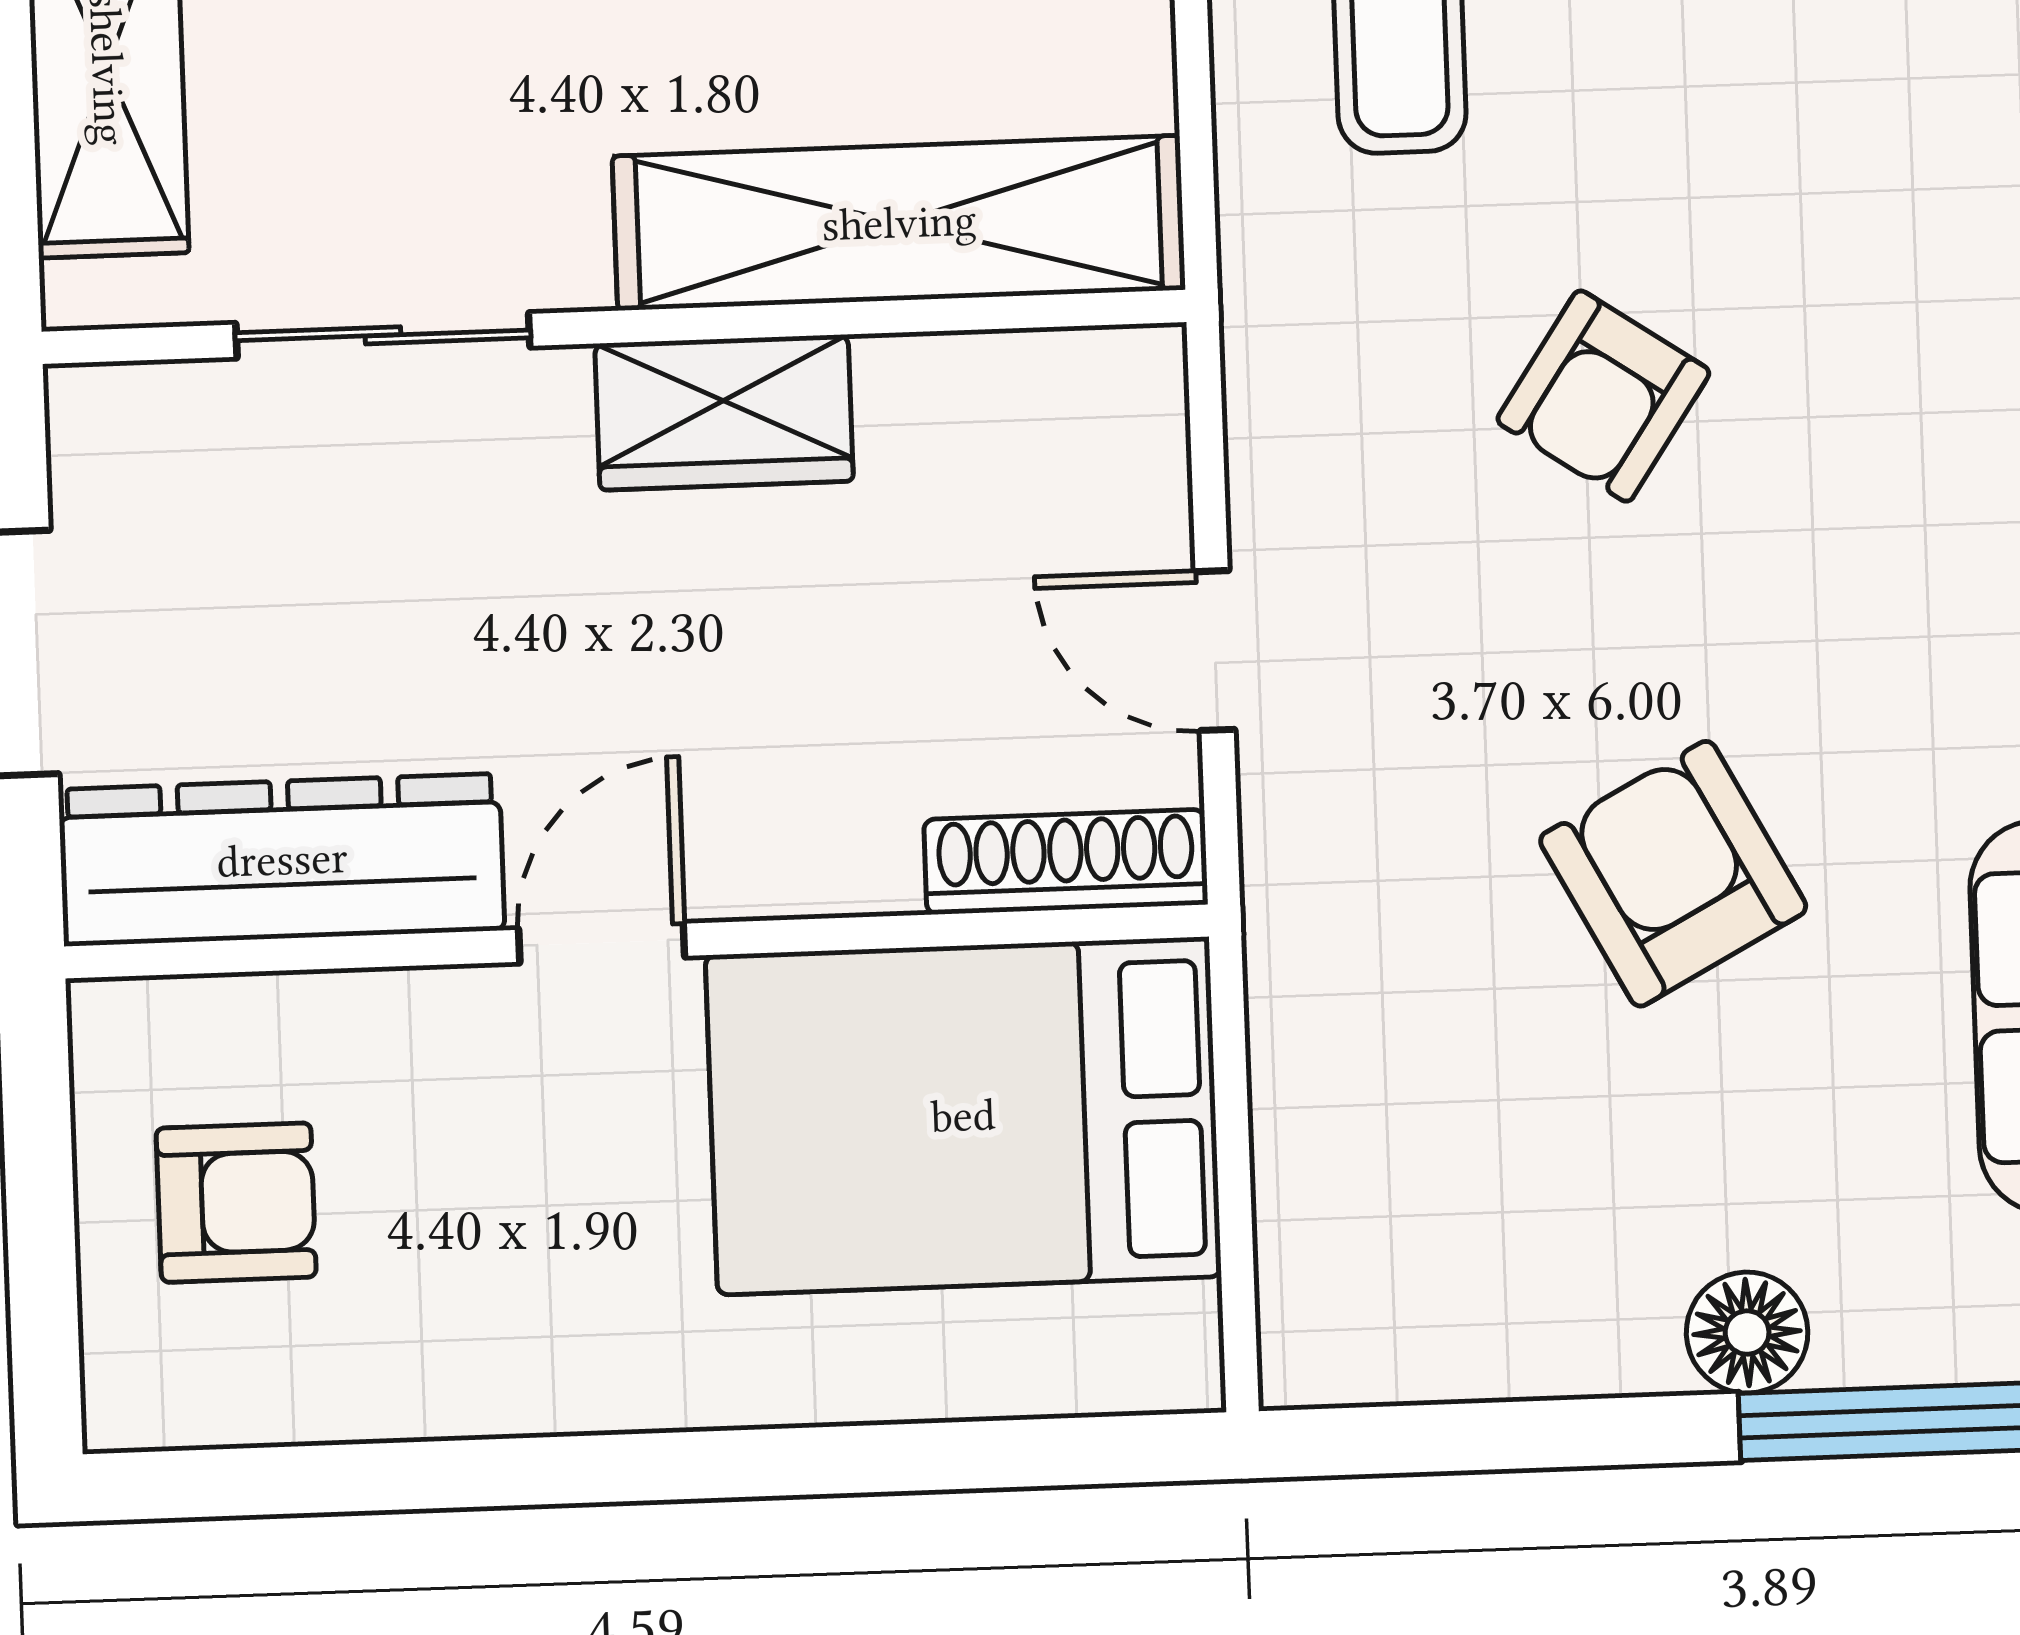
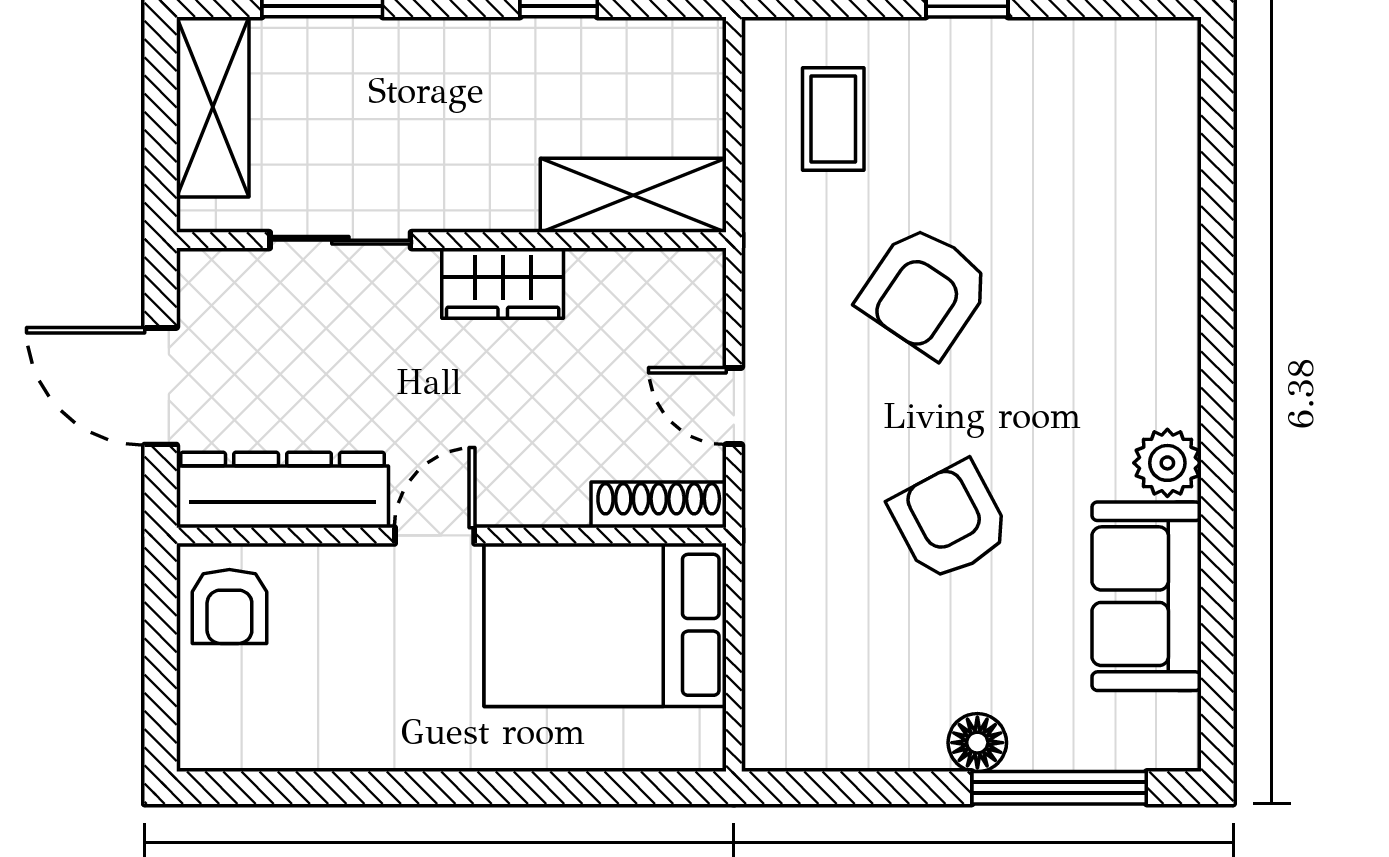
shelving: (899, 223) -> (633, 195), width x0.68
armchair: (1603, 396) -> (925, 291), width x1.38, depth x1.38
armchair: (236, 1203) -> (229, 606), moved, turned 90

